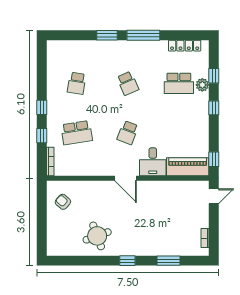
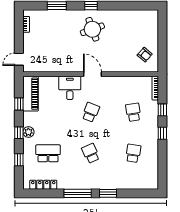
plant: (202, 85) -> (28, 132), moved
school desk: (77, 133) -> (133, 112), width x0.54
window: (214, 159) -> (19, 104), moved
piano: (188, 167) -> (31, 94), moved, turned -90
round table: (97, 236) -> (92, 29), moved

